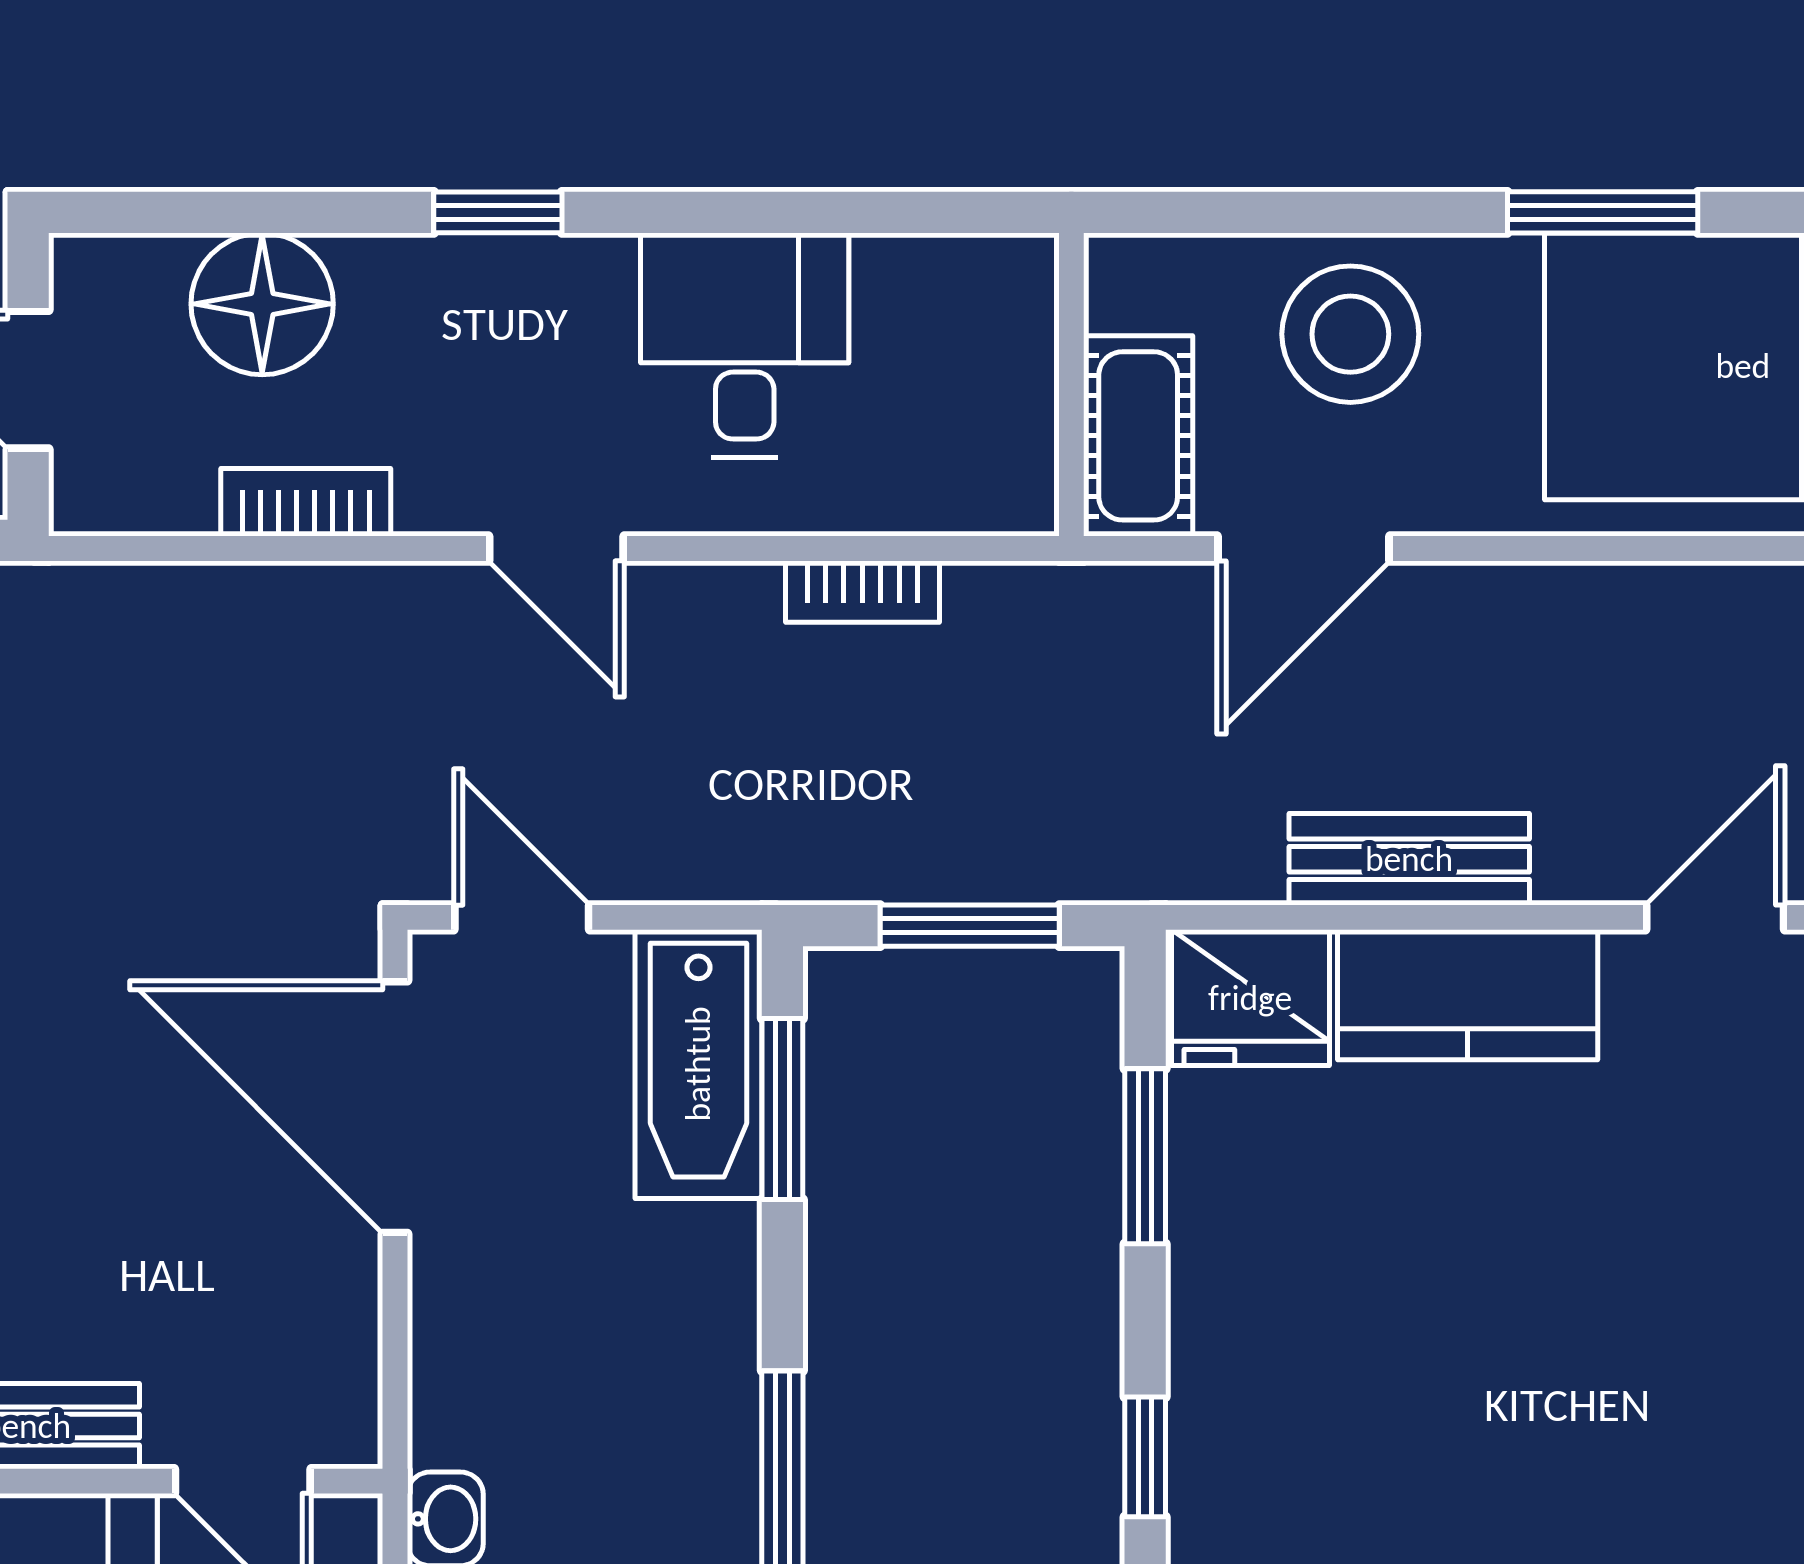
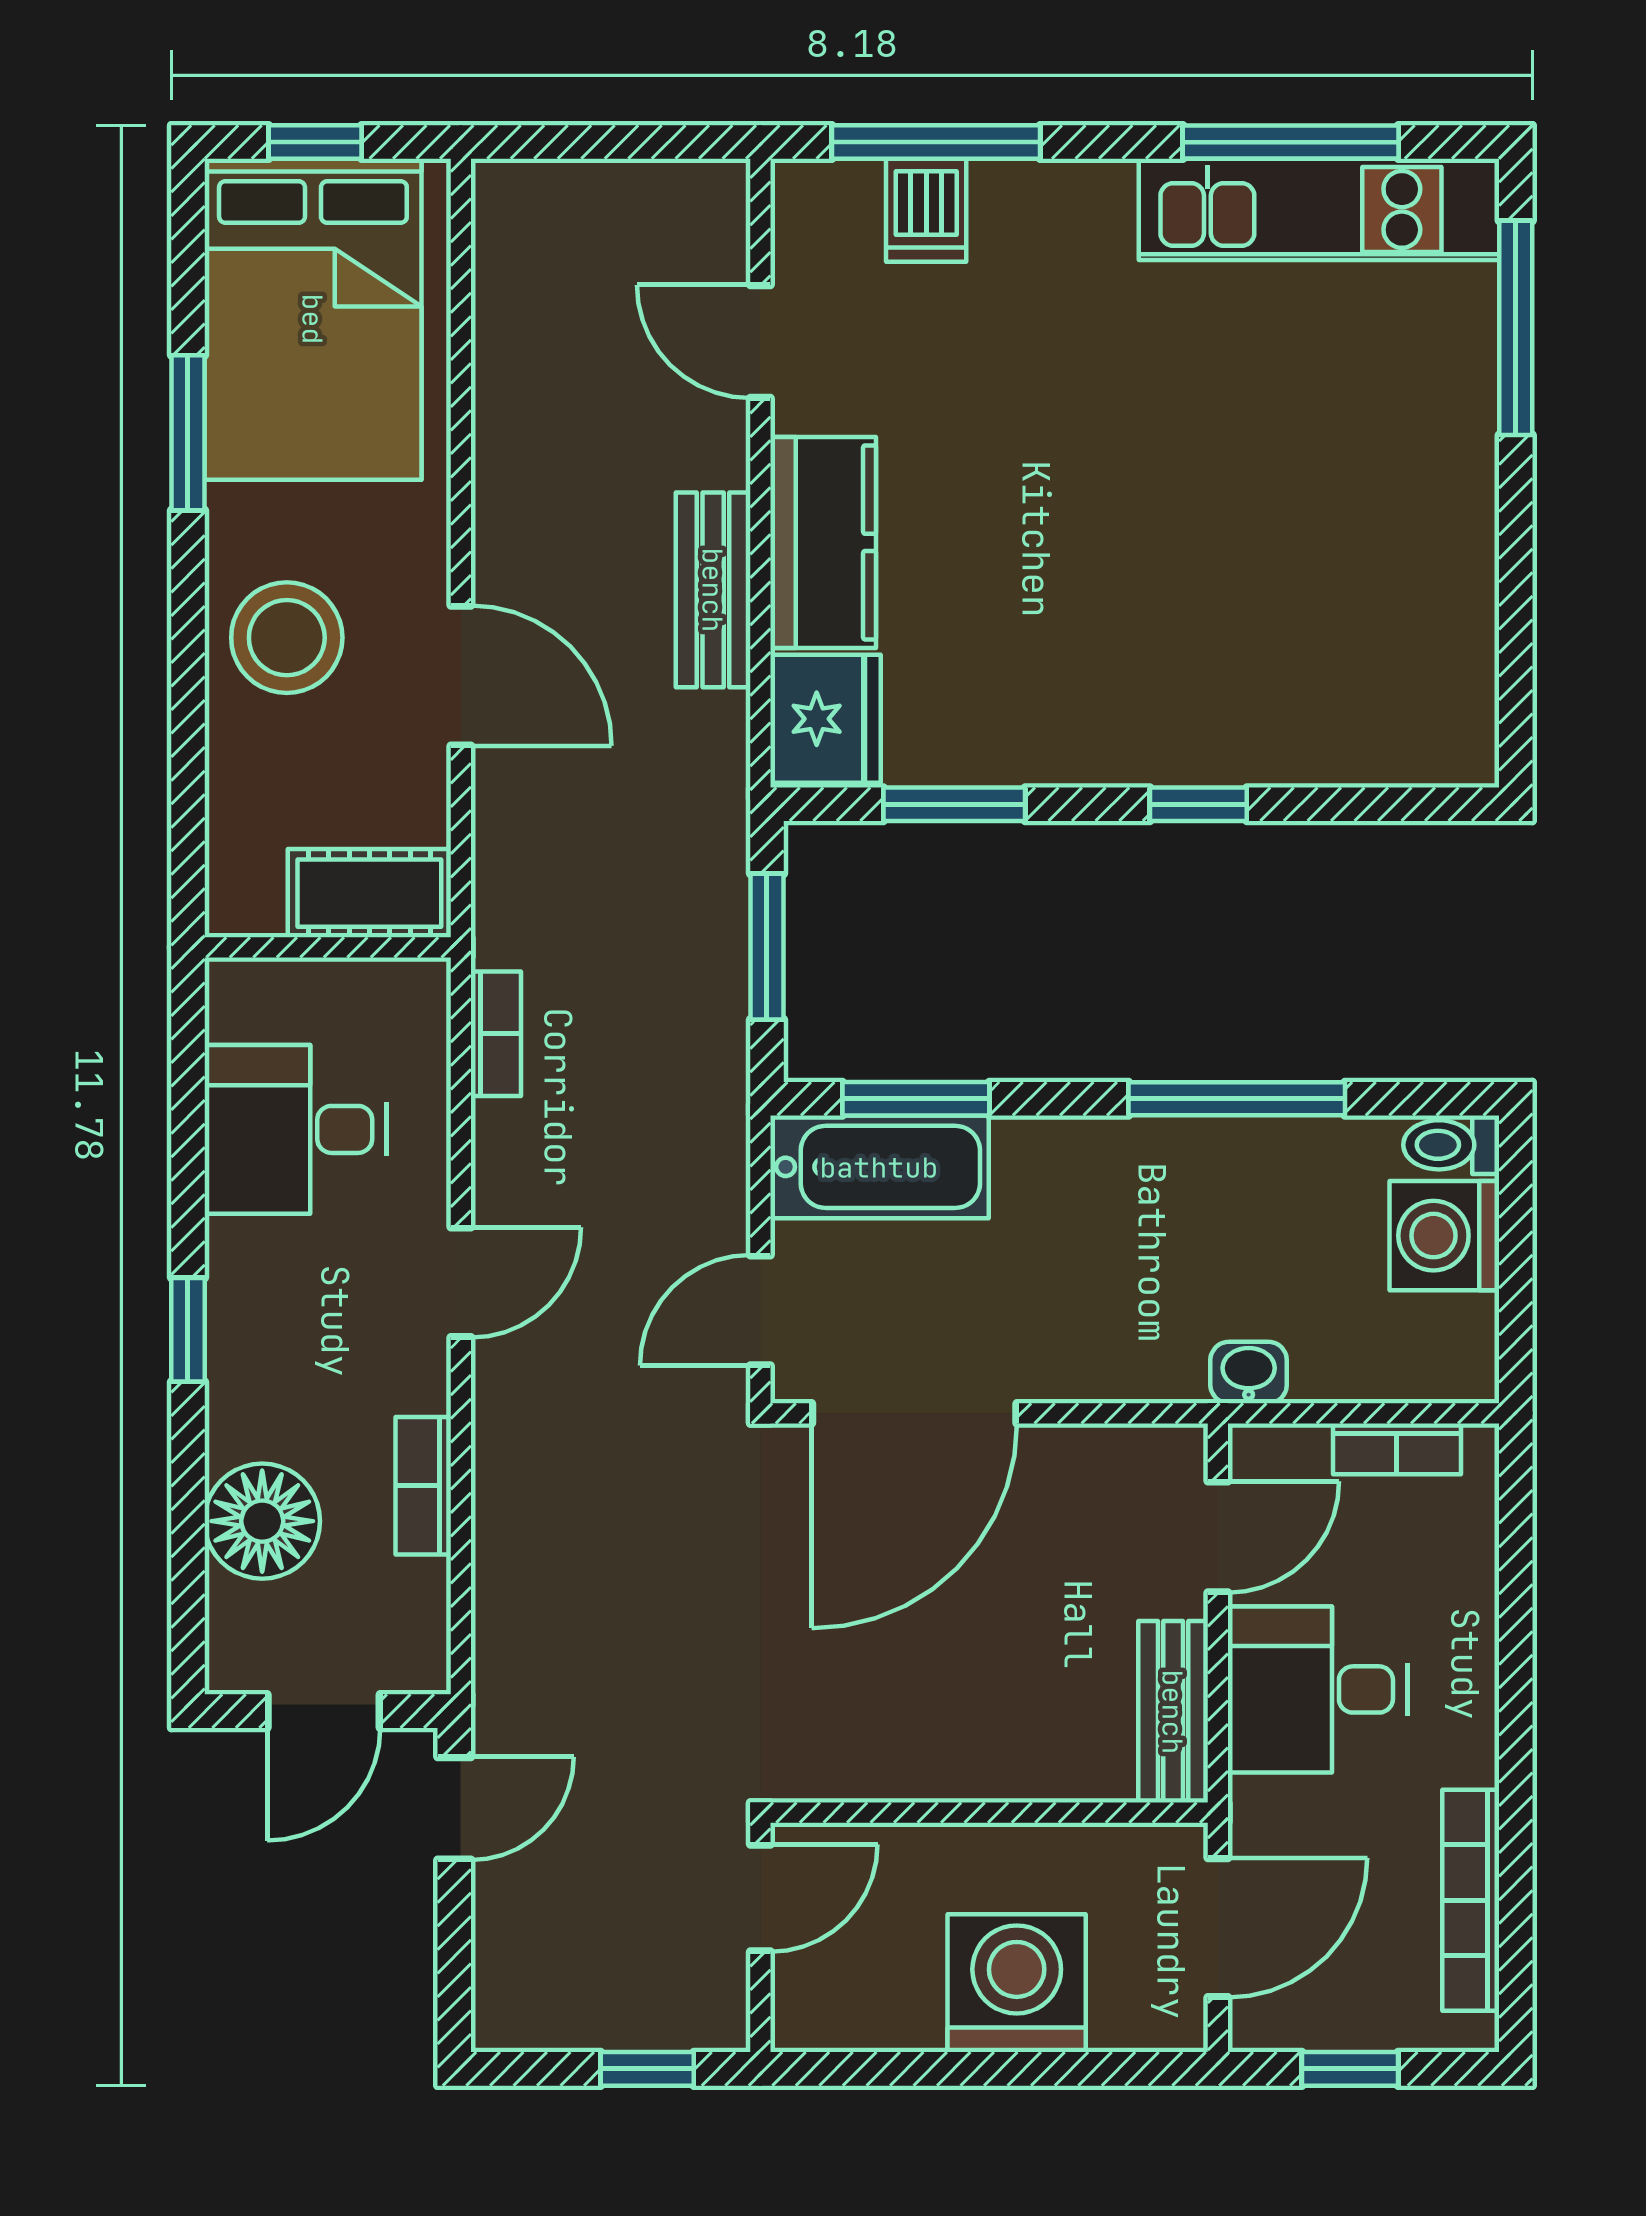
wall: (1071, 385) -> (328, 947), moved
cot: (1138, 436) -> (369, 893), moved

